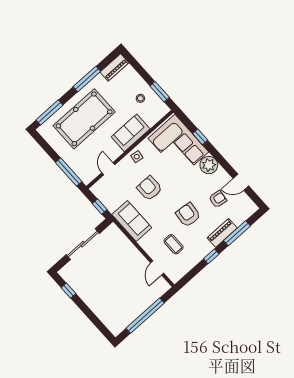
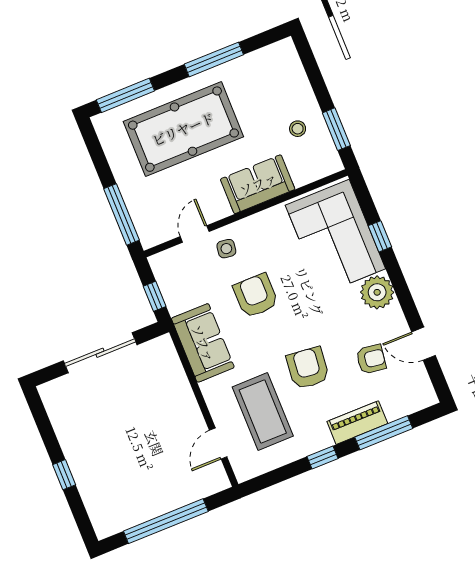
piano: (114, 67) -> (271, 57), removed
side table: (137, 157) -> (226, 249), moved
coffee table: (174, 244) -> (263, 412), width x1.86, depth x1.72
window: (69, 291) -> (64, 475), moved

